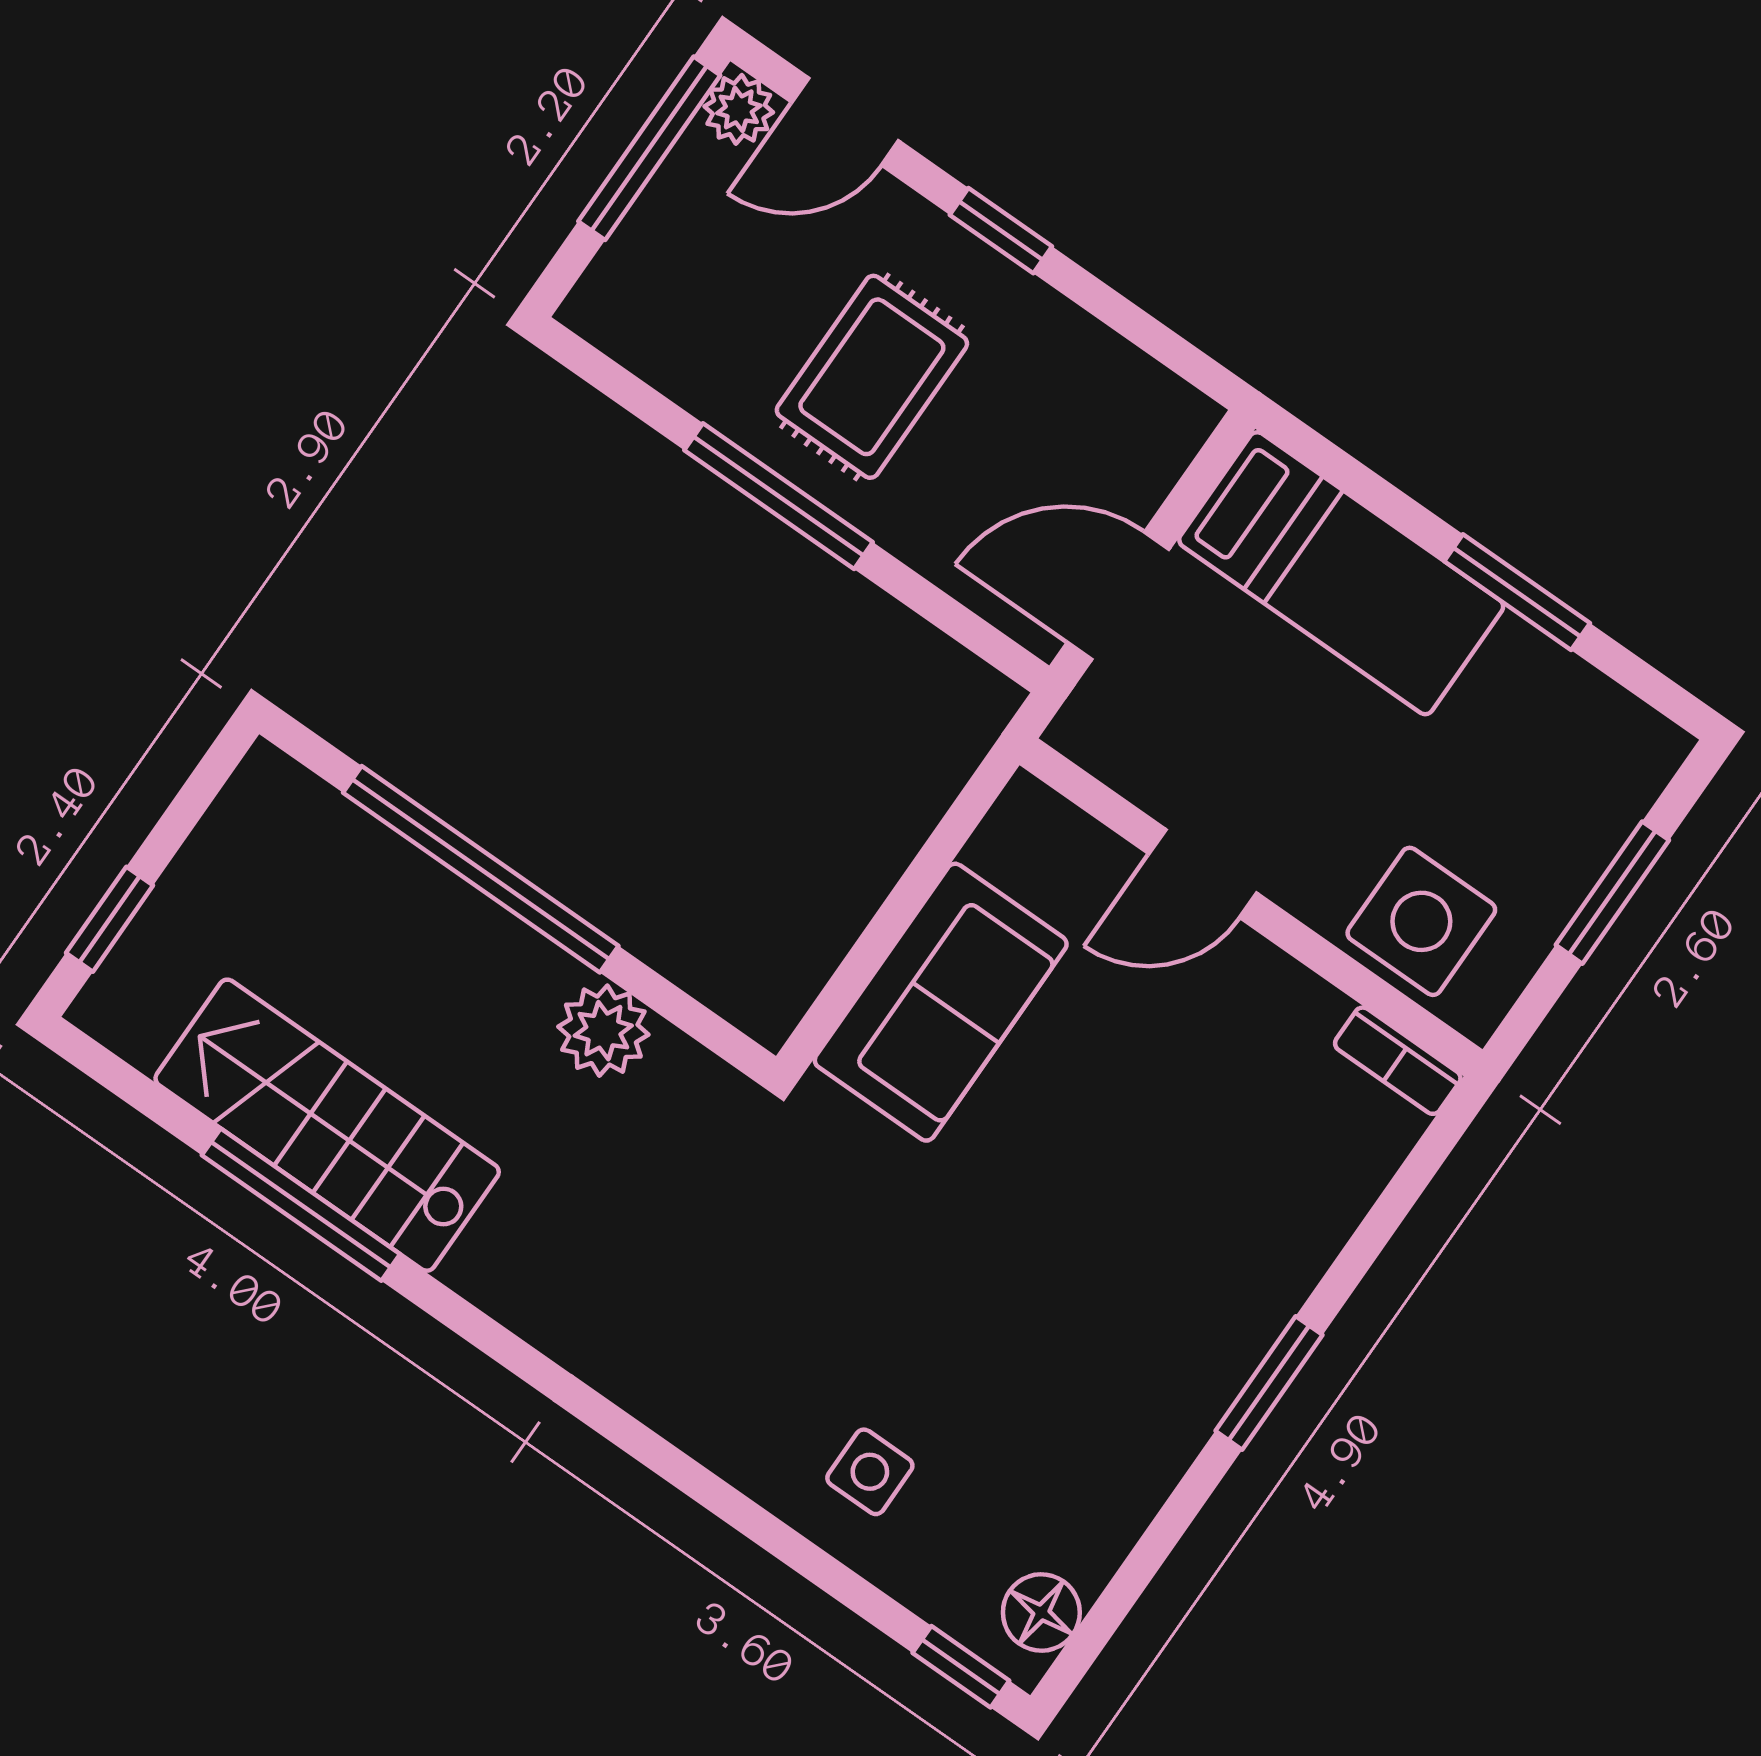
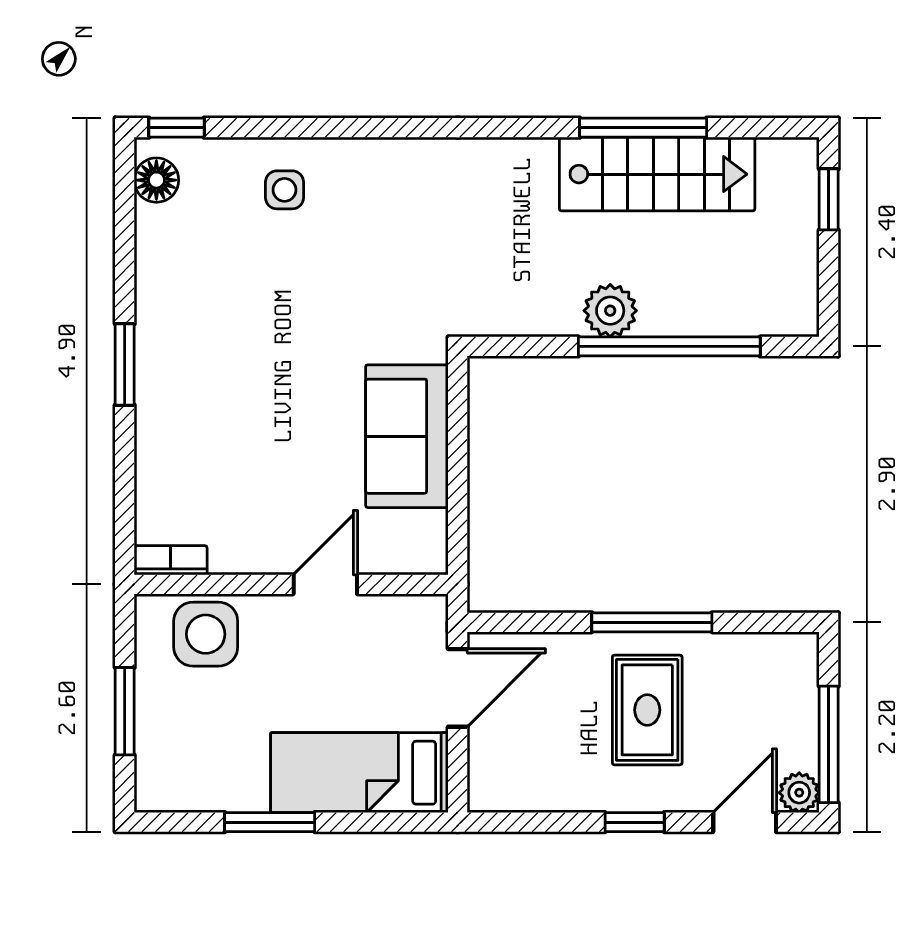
plant: (603, 1031) -> (610, 311), moved

